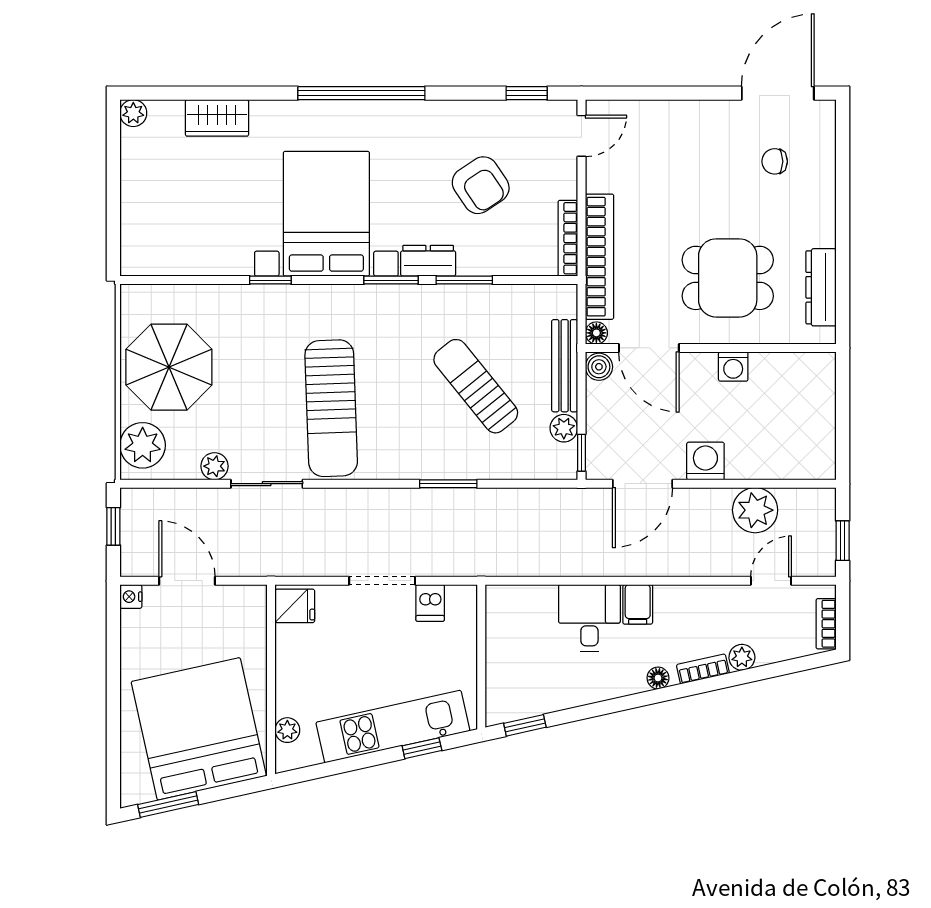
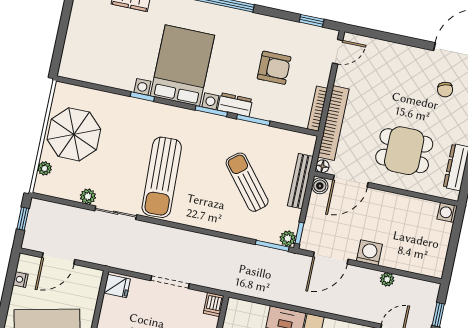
chair: (775, 161) -> (445, 90), turned -106
armchair: (481, 185) -> (274, 68), turned -56
door: (649, 348) -> (351, 181), hinge flipped
washing machine: (733, 366) -> (447, 213), moved, turned 90
plant: (564, 428) -> (288, 238), moved
plant: (143, 445) -> (45, 168), width x0.53, depth x0.53
window: (448, 484) -> (272, 246), moved
plant: (755, 510) -> (387, 279), width x0.53, depth x0.53
door: (187, 581) -> (58, 259), swing flipped
nightstand: (131, 597) -> (20, 280), moved
dishwasher: (430, 603) -> (214, 305), moved

